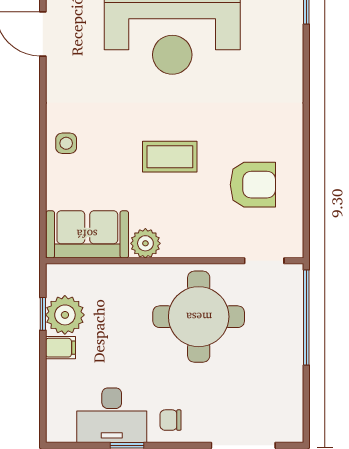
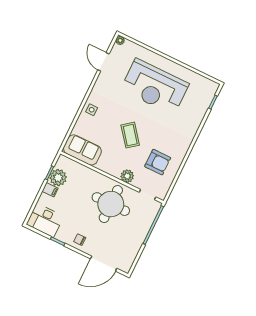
coffee table: (170, 157) -> (130, 135), turned 52
plant: (145, 243) -> (127, 176), moved
desk: (112, 415) -> (45, 220), moved

